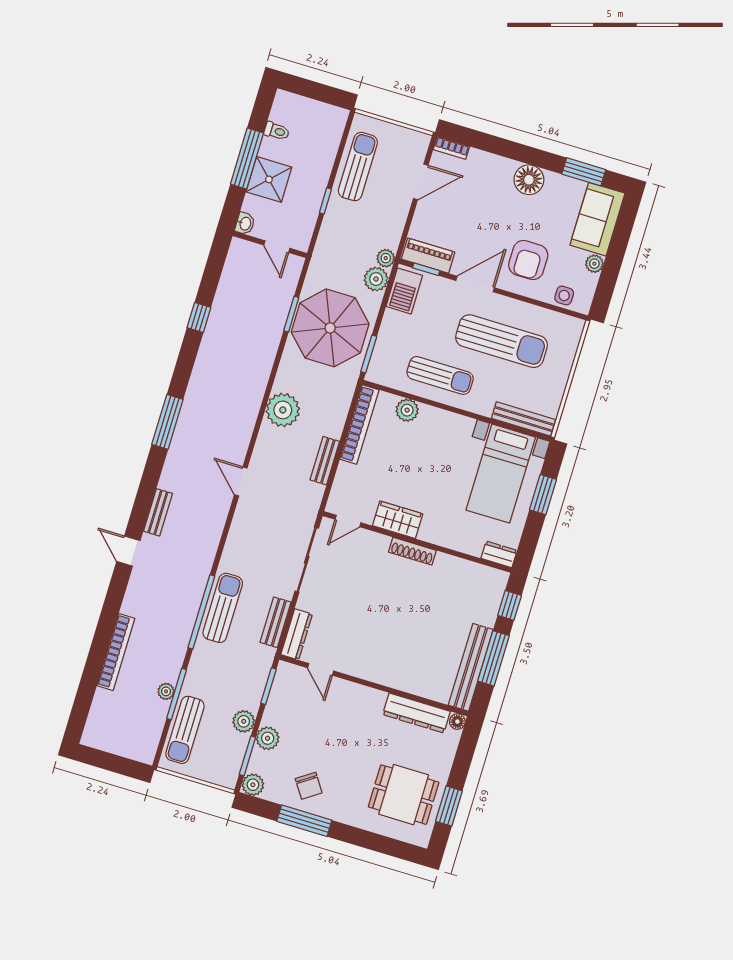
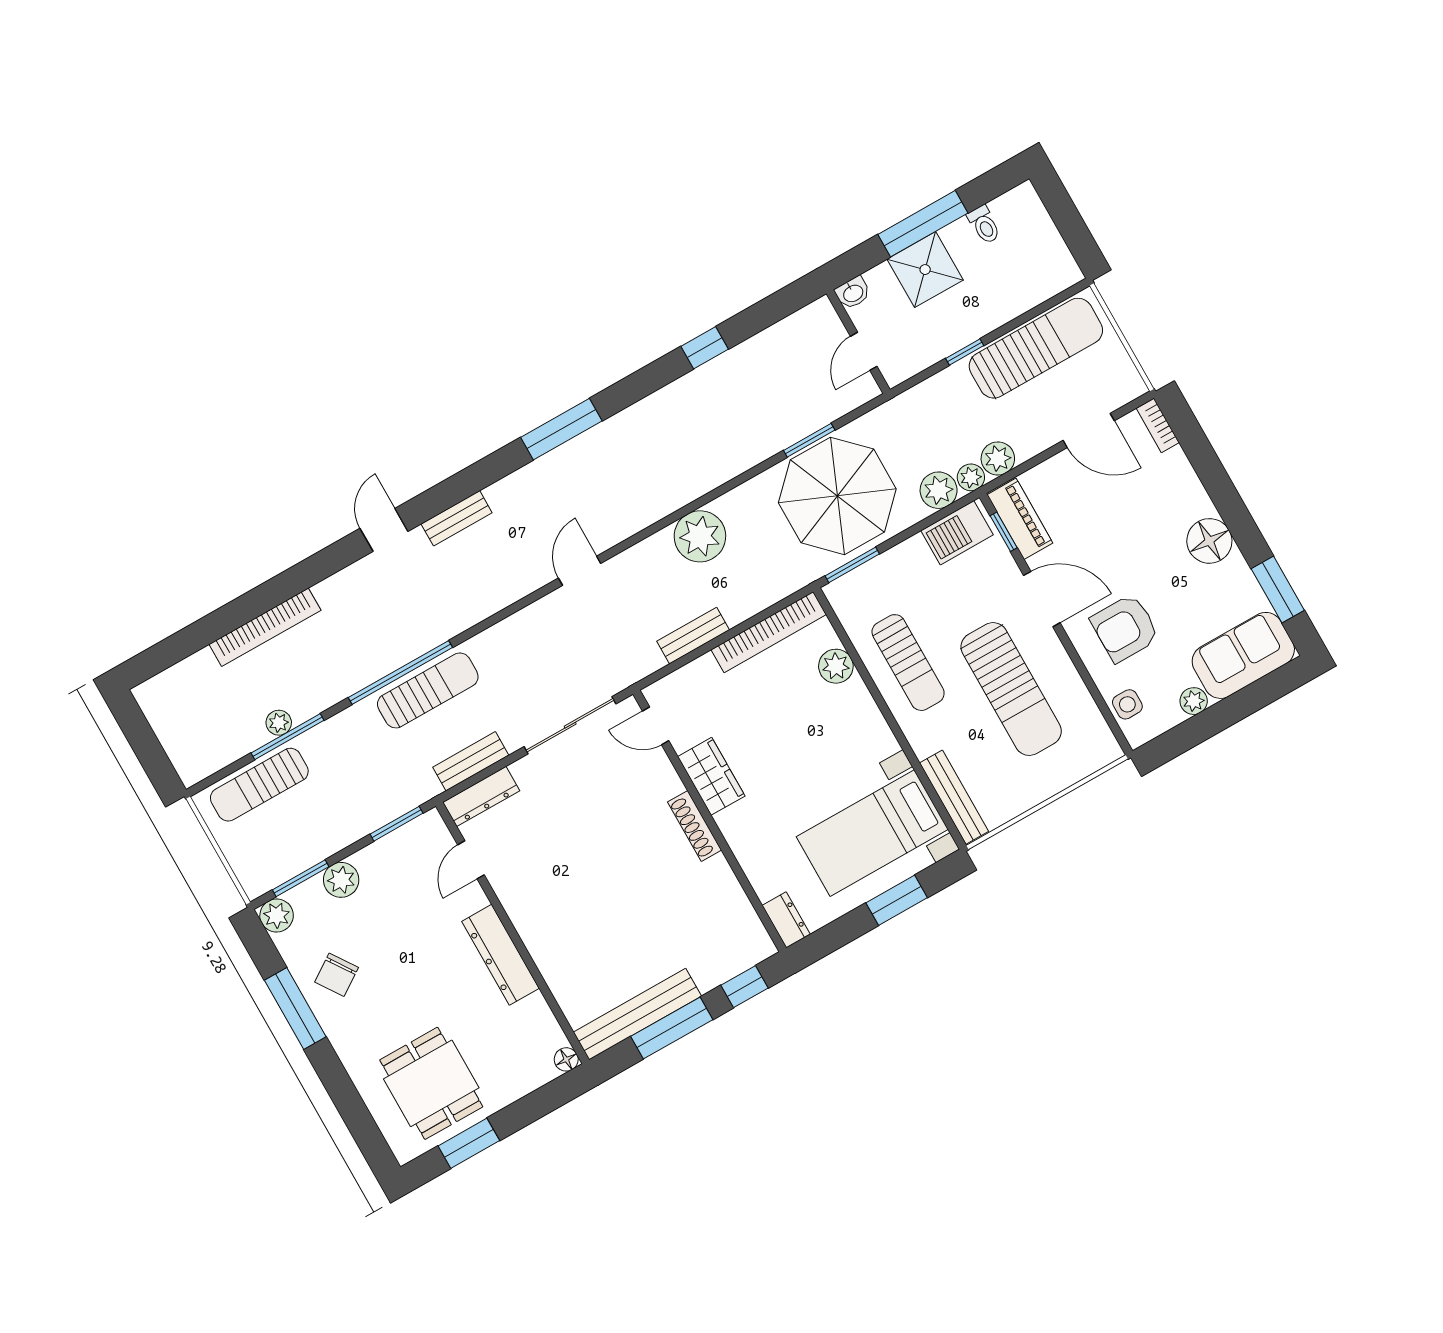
sun lounger: (358, 167) -> (1036, 348), width x1.36, depth x1.34
dresser: (416, 713) -> (501, 955), moved
plant: (244, 721) -> (998, 459), moved

